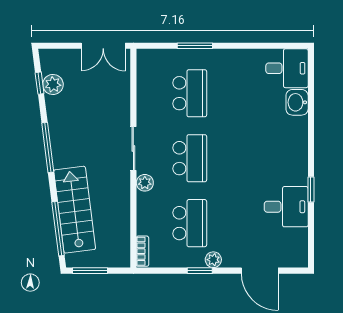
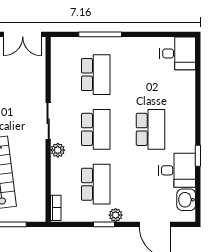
window: (195, 46) -> (100, 34), width x1.44
washbasin: (297, 102) -> (186, 200), moved
school desk: (255, 158) -> (150, 129), added

